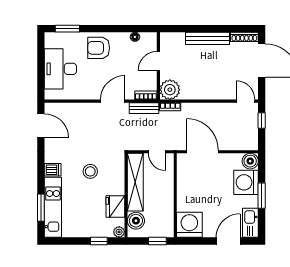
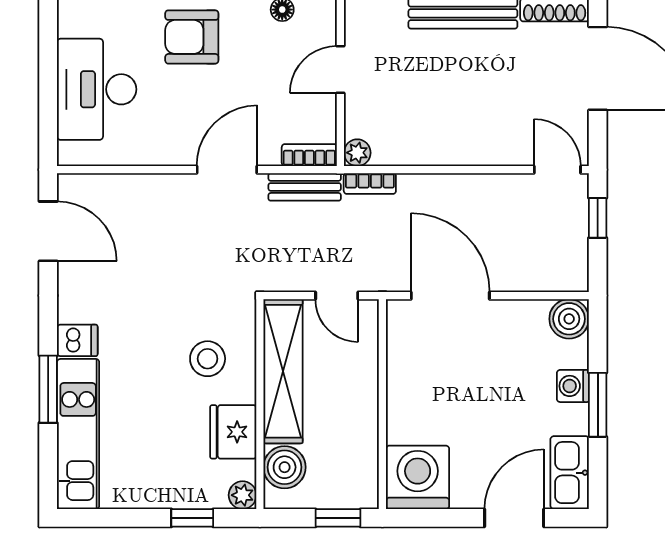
plant: (170, 90) -> (357, 153), width x0.53, depth x0.53
stool: (90, 171) -> (208, 359), moved
washing machine: (246, 182) -> (573, 386), width x0.53, depth x0.53
window: (41, 208) -> (48, 389), moved

